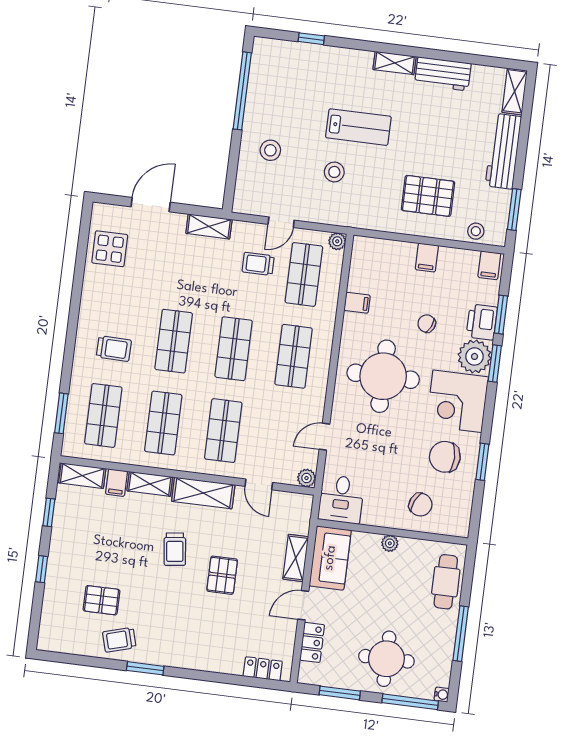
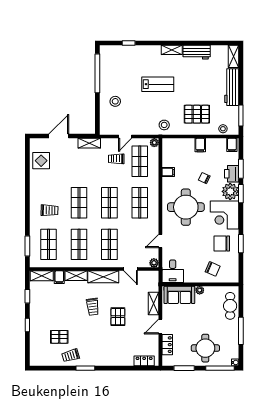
stool: (334, 172) -> (164, 125), moved
sofa: (330, 558) -> (179, 295), moved, turned 90

